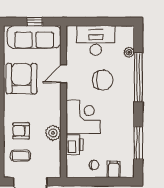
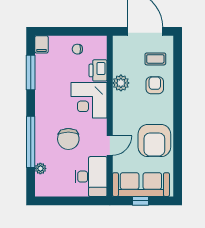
desk: (96, 41) -> (91, 177), moved, turned -90
chair: (103, 80) -> (68, 139), turned -90
armchair: (21, 131) -> (155, 85), turned -90
filing cabinet: (114, 169) -> (41, 44), moved

